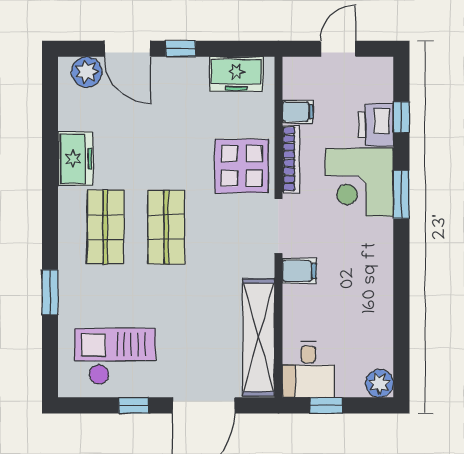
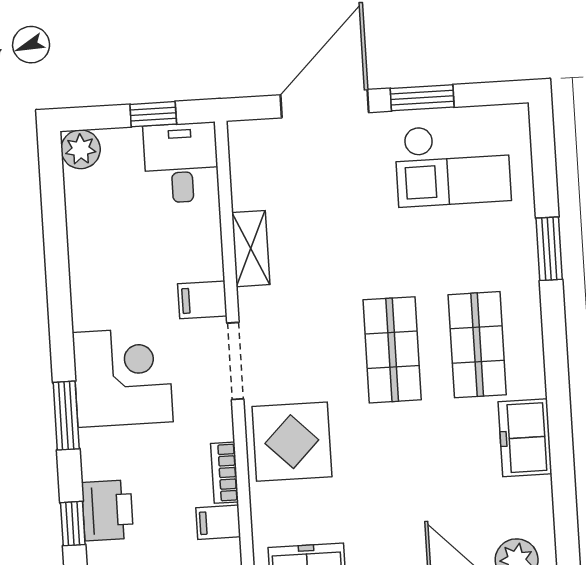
bookcase: (291, 159) -> (224, 473), width x0.64
corner desk: (359, 182) -> (123, 377), moved
shelving: (259, 337) -> (251, 249), width x0.45, depth x0.75
window: (134, 405) -> (422, 98), width x1.50

